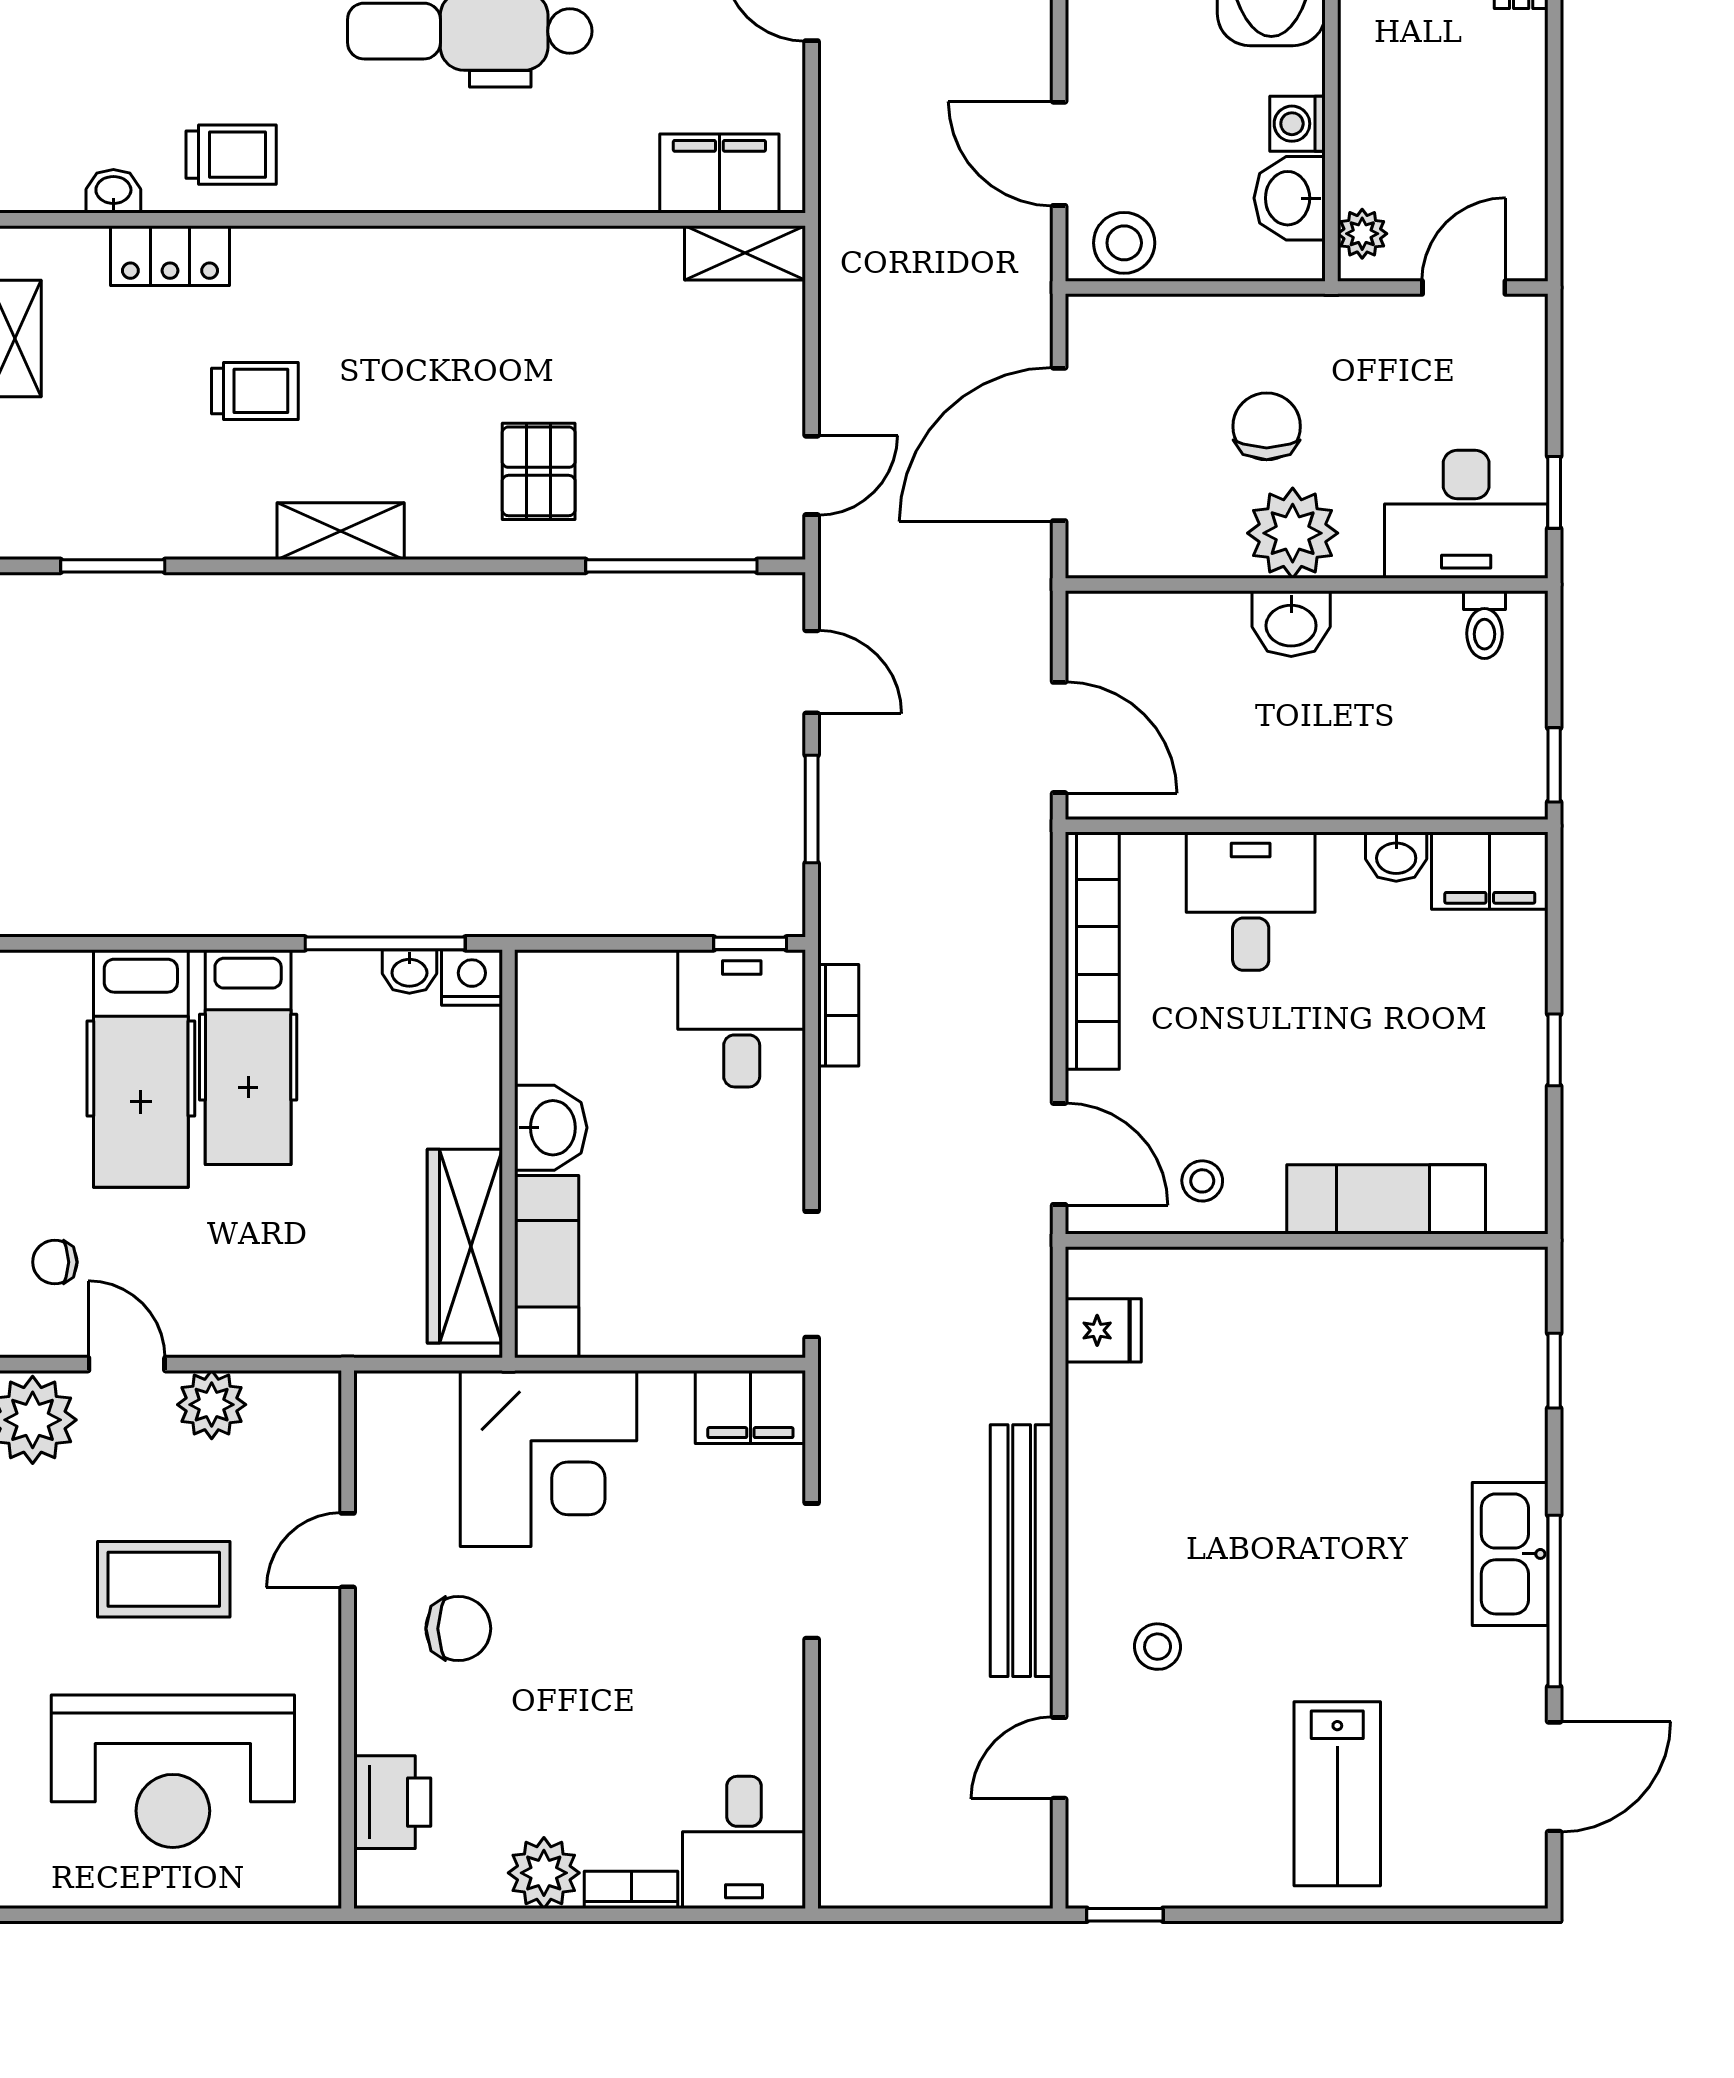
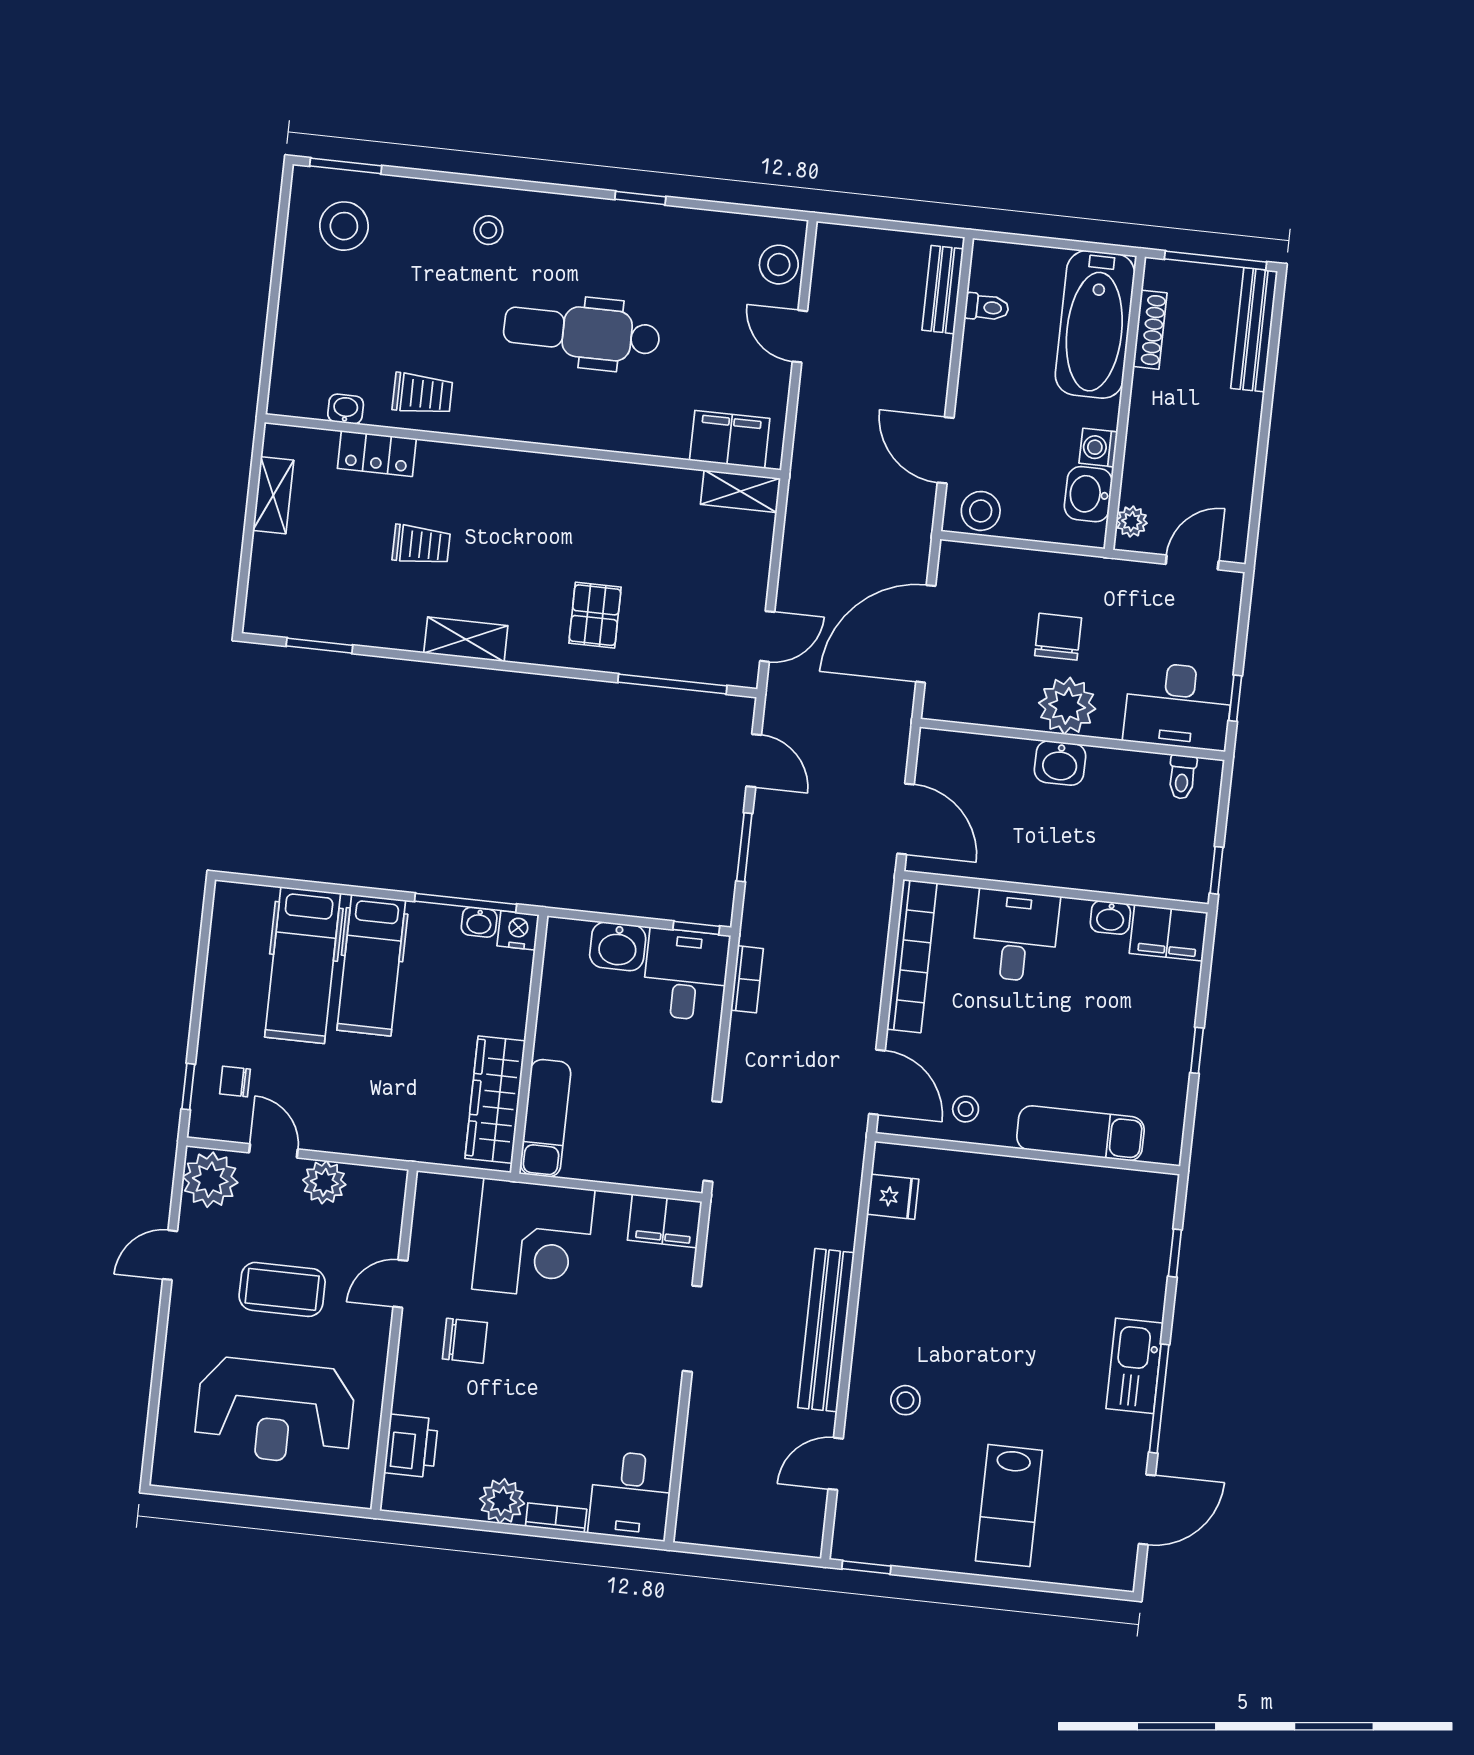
washbasin: (551, 1128) -> (618, 946), moved, turned 90

